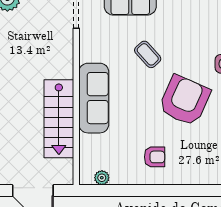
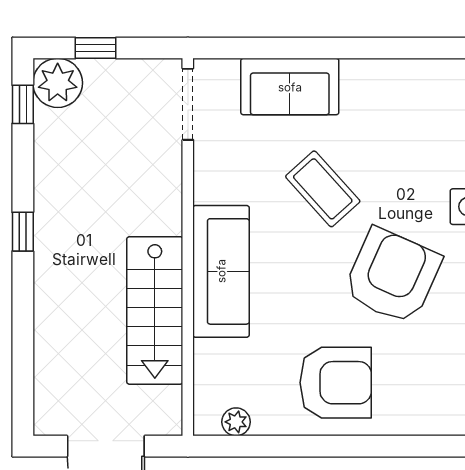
coffee table: (148, 54) -> (323, 189), width x1.36, depth x1.30
armchair: (155, 157) -> (336, 383), width x1.88, depth x1.88

